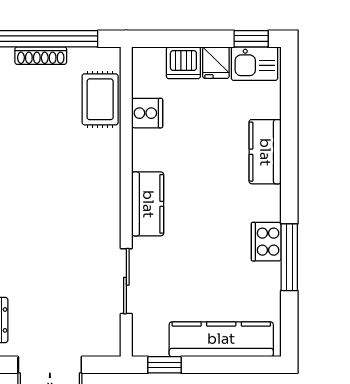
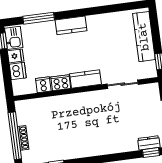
rug: (100, 99) -> (40, 108), removed
kitchen counter: (265, 152) -> (71, 25), moved
cooker: (266, 242) -> (61, 83), moved, turned 180
window: (289, 257) -> (39, 18), moved

